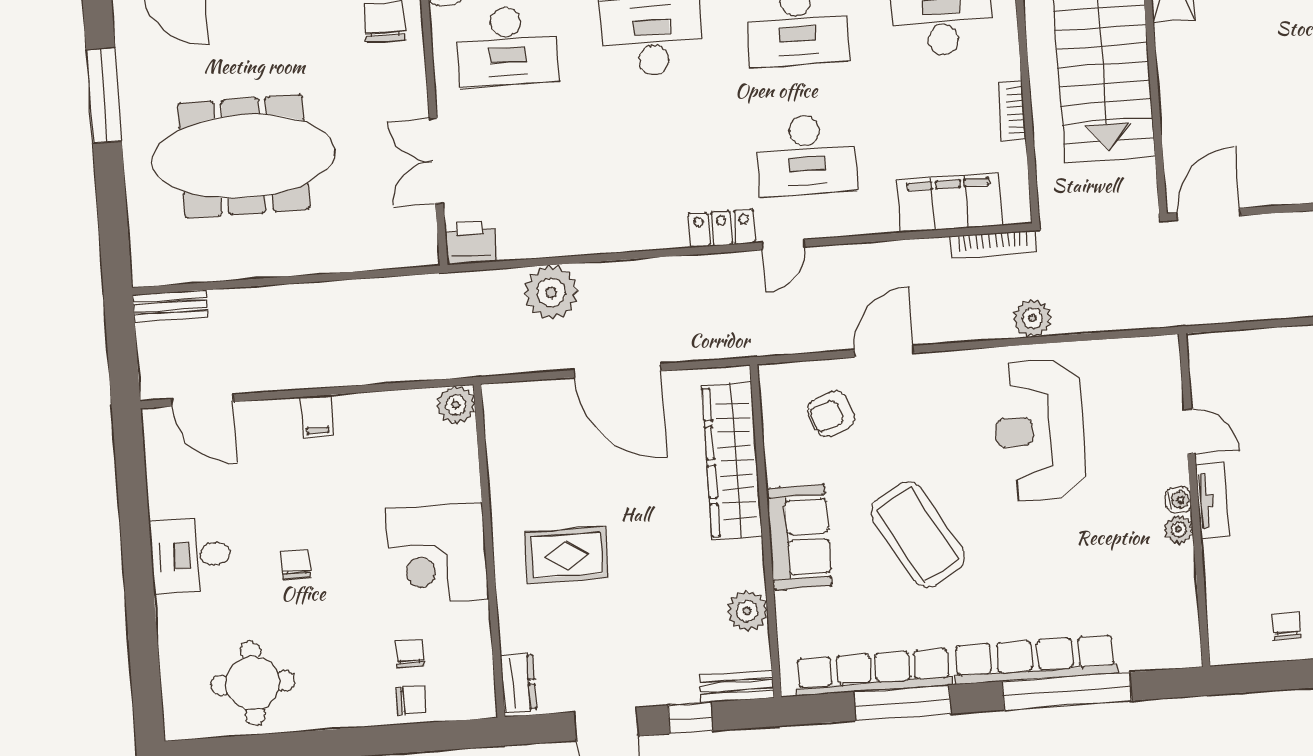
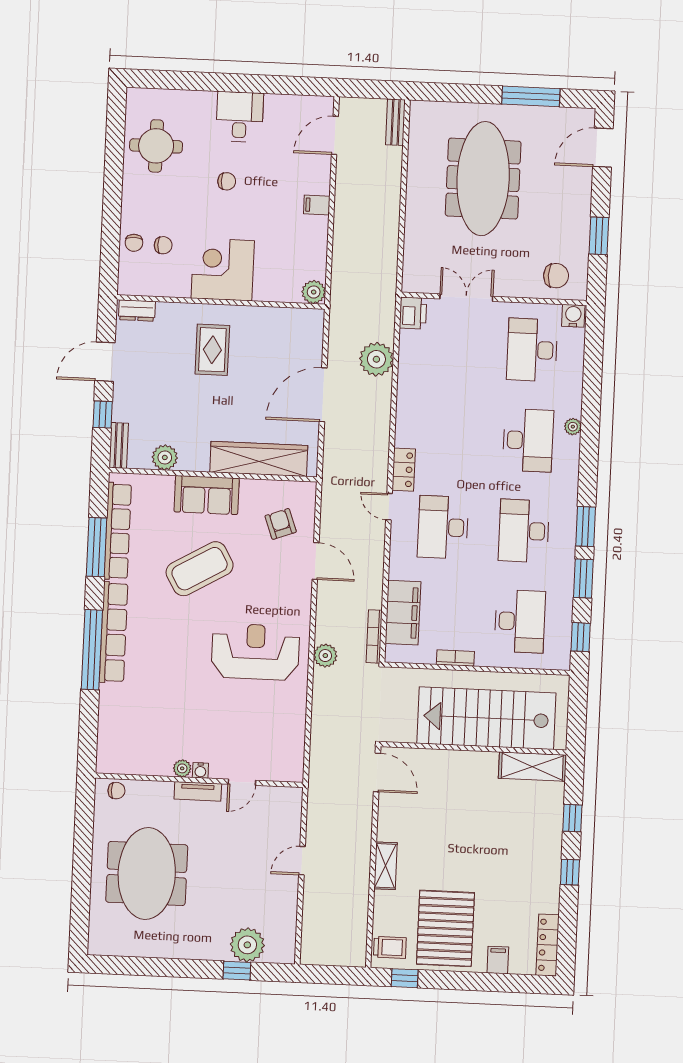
door: (1189, 432) -> (242, 782), moved
water cooler: (1178, 500) -> (200, 770), moved
wall: (1194, 500) -> (199, 780), moved
tv unit: (1212, 500) -> (198, 791), moved
plant: (1179, 529) -> (182, 768), moved

